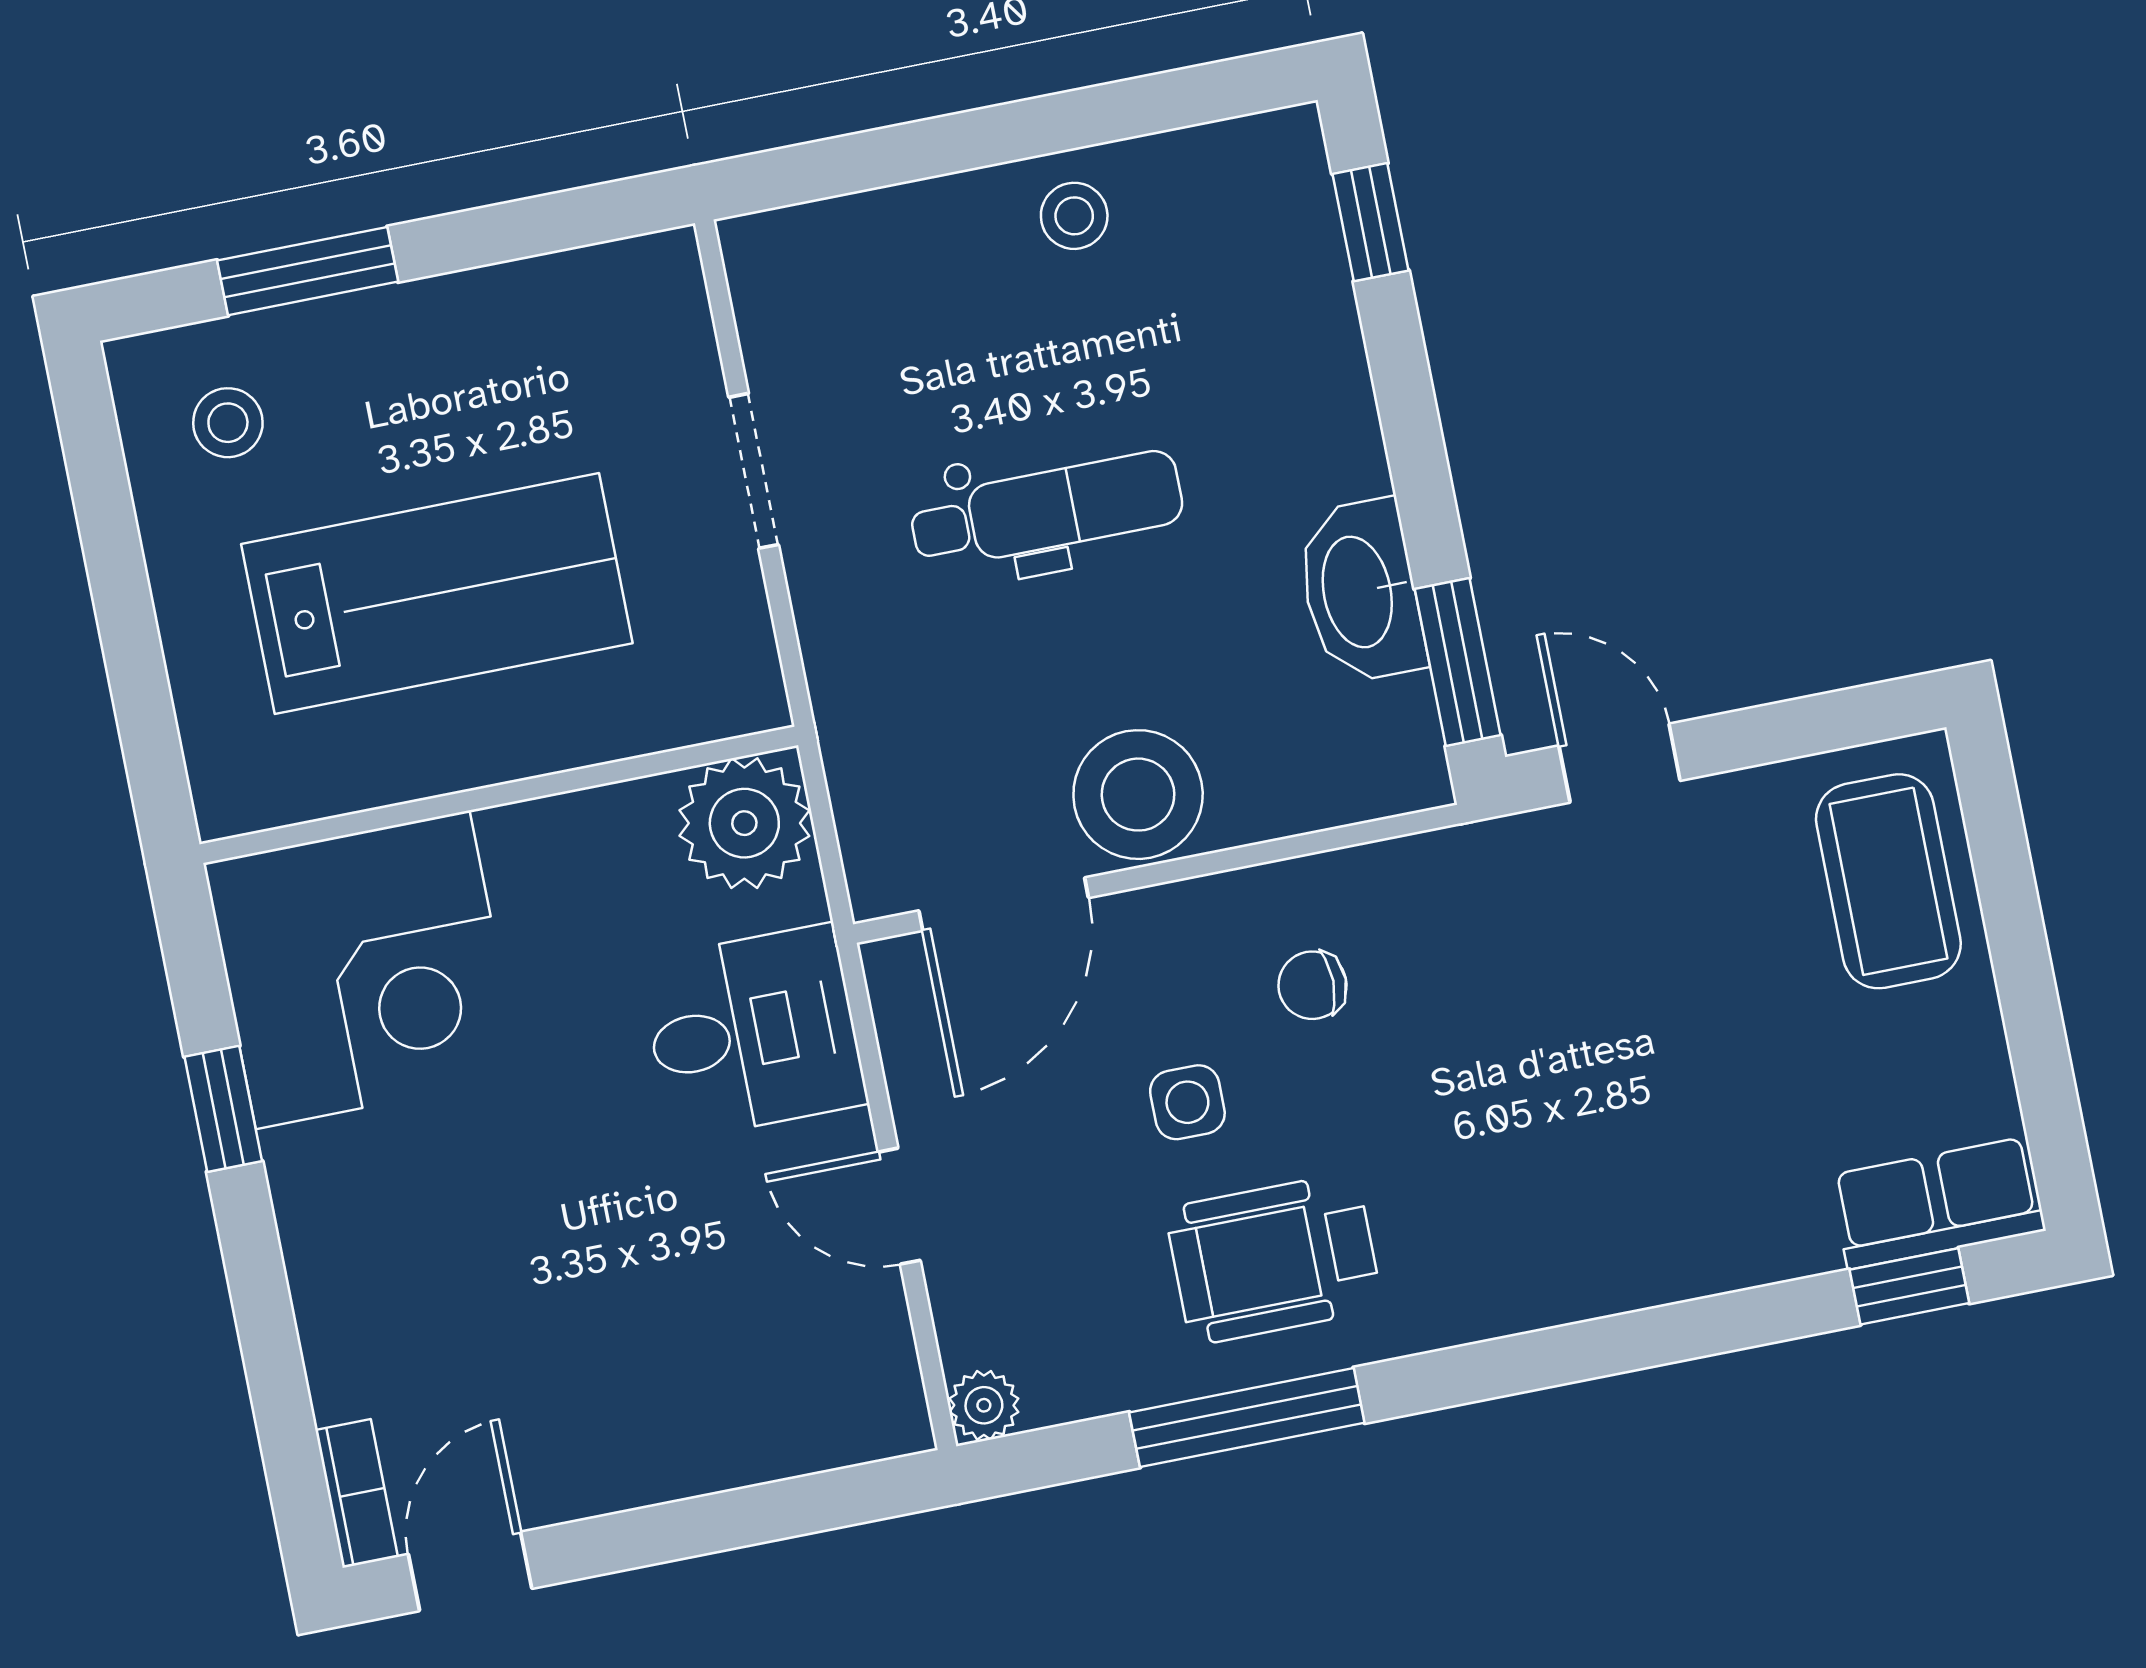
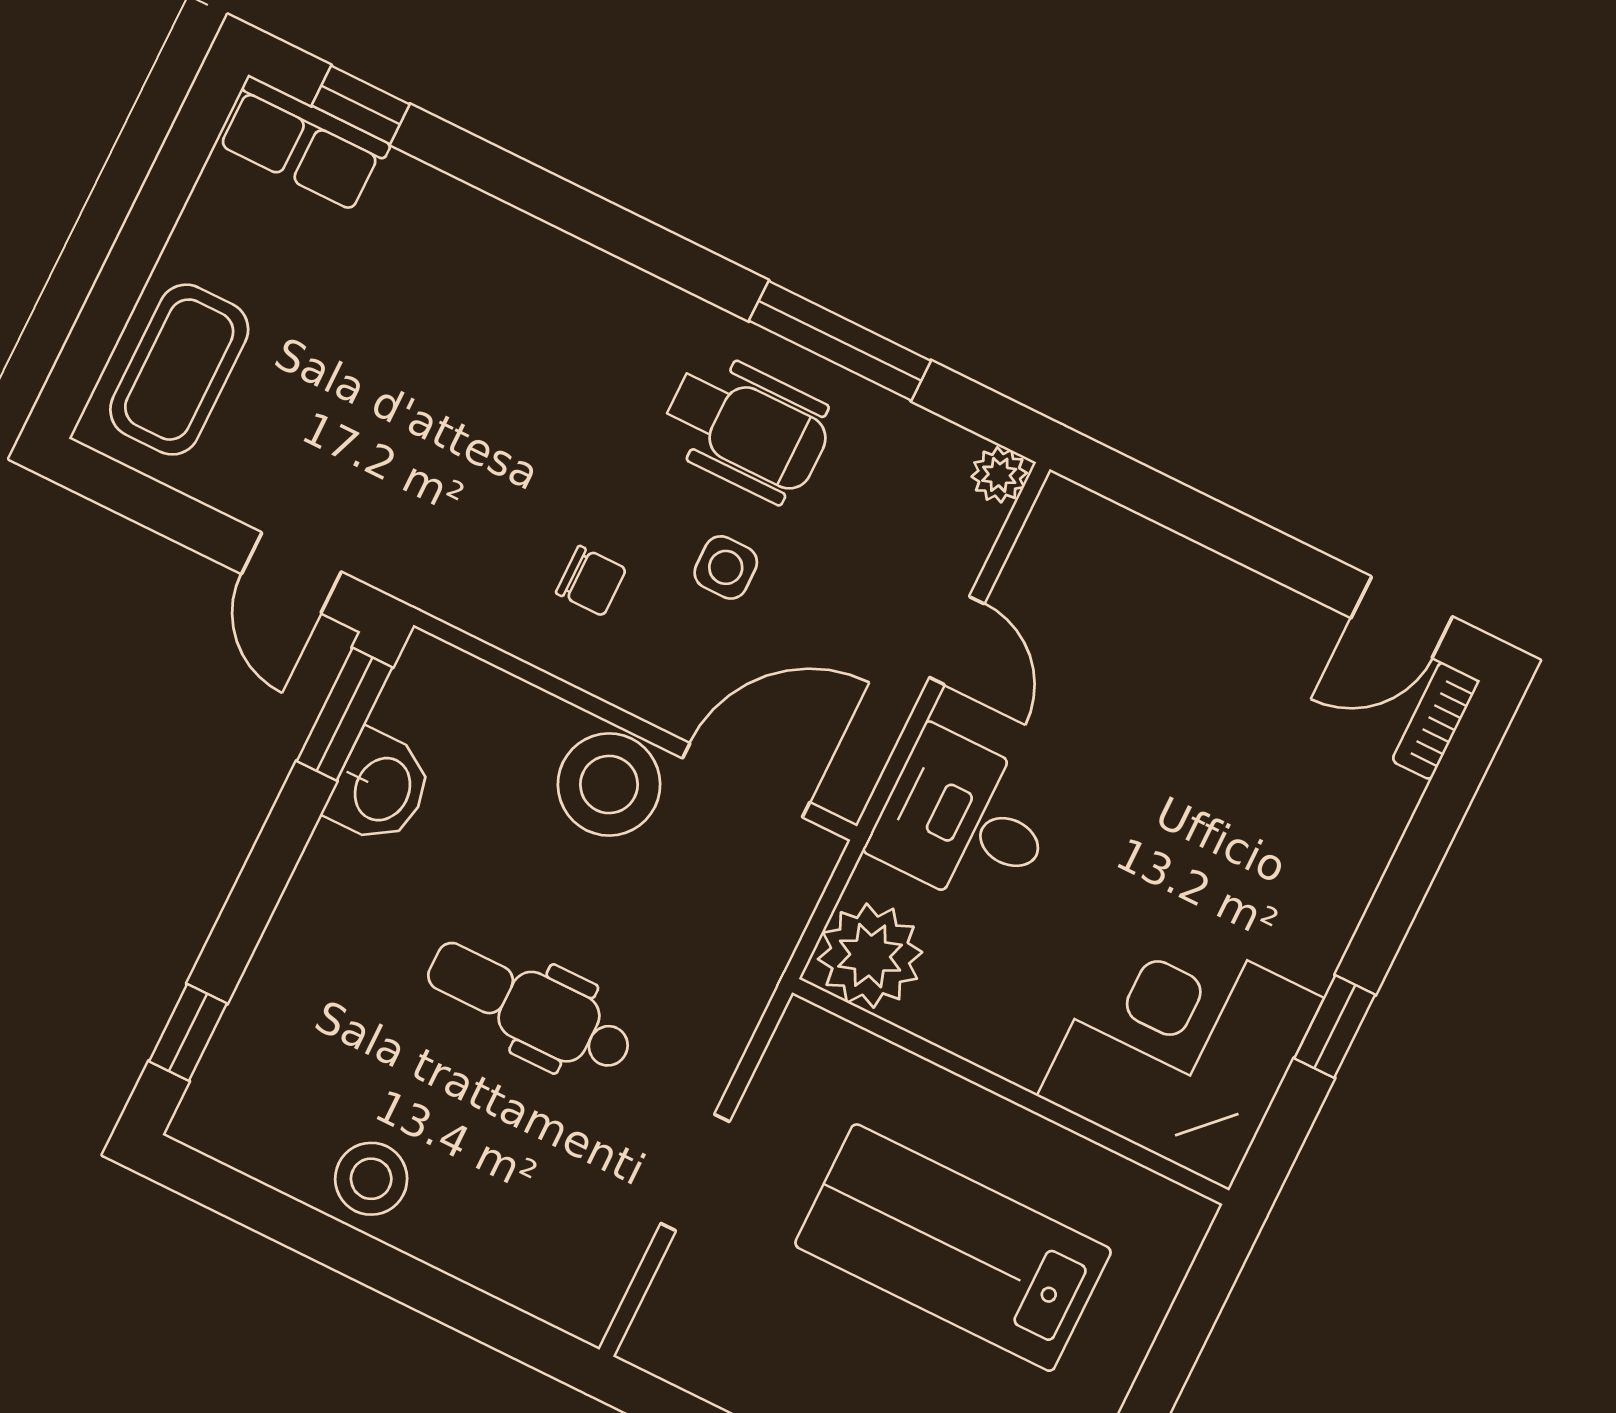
stool: (1074, 216) -> (371, 1179), width x1.37, depth x1.37
washbasin: (1360, 591) -> (380, 788), width x0.72

